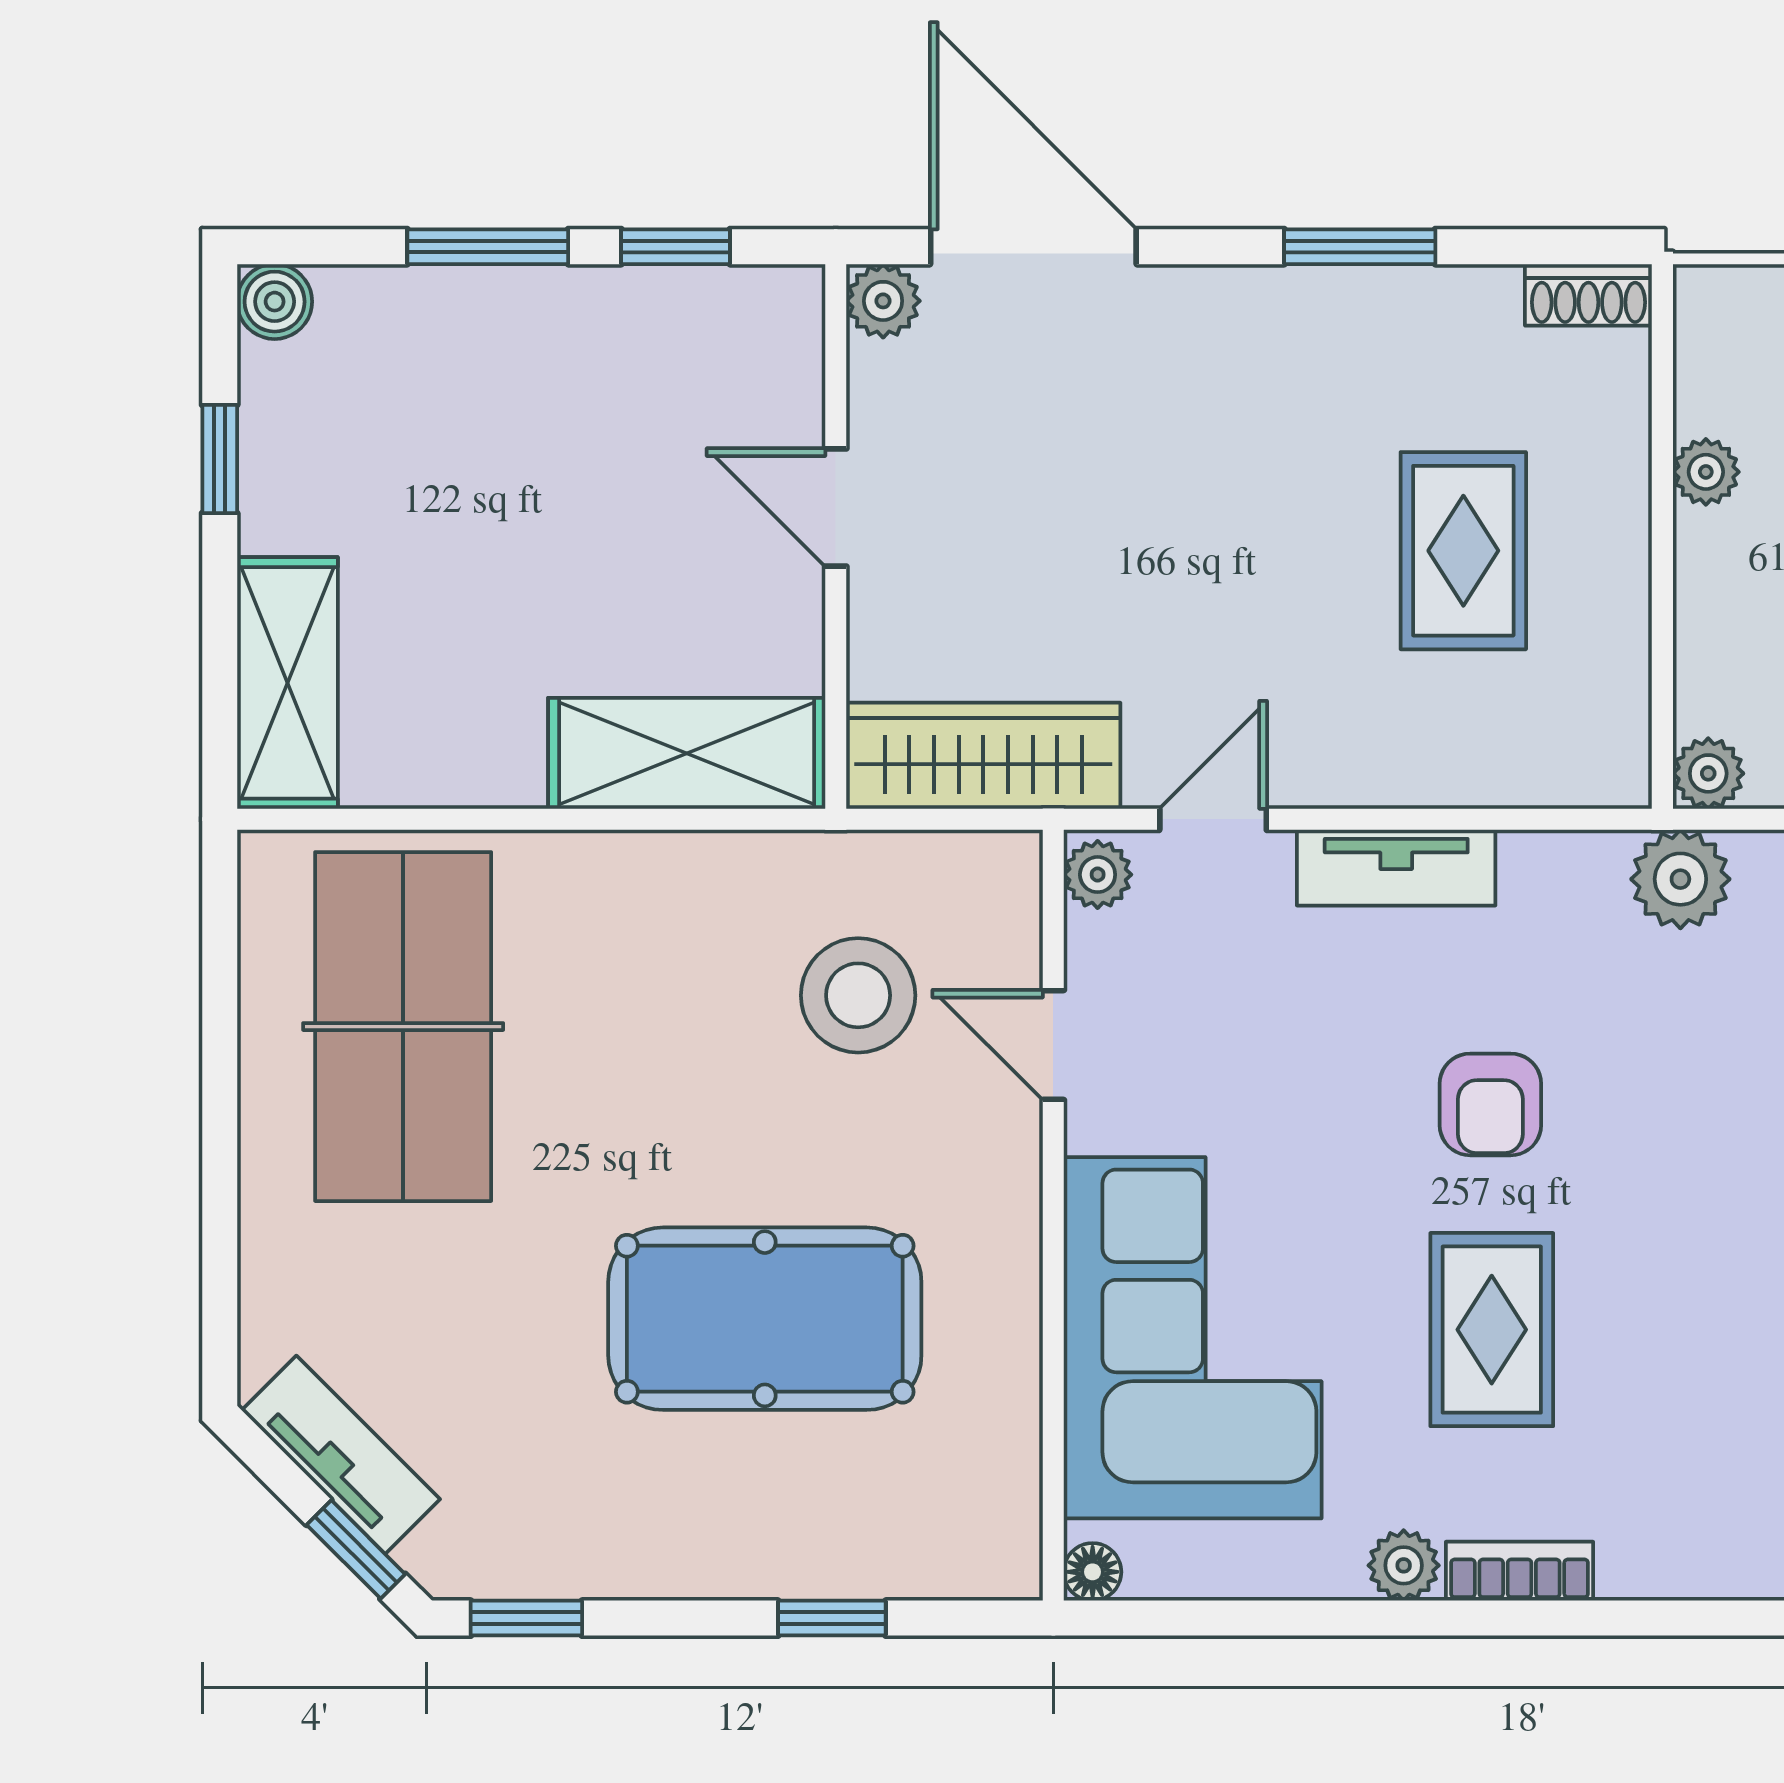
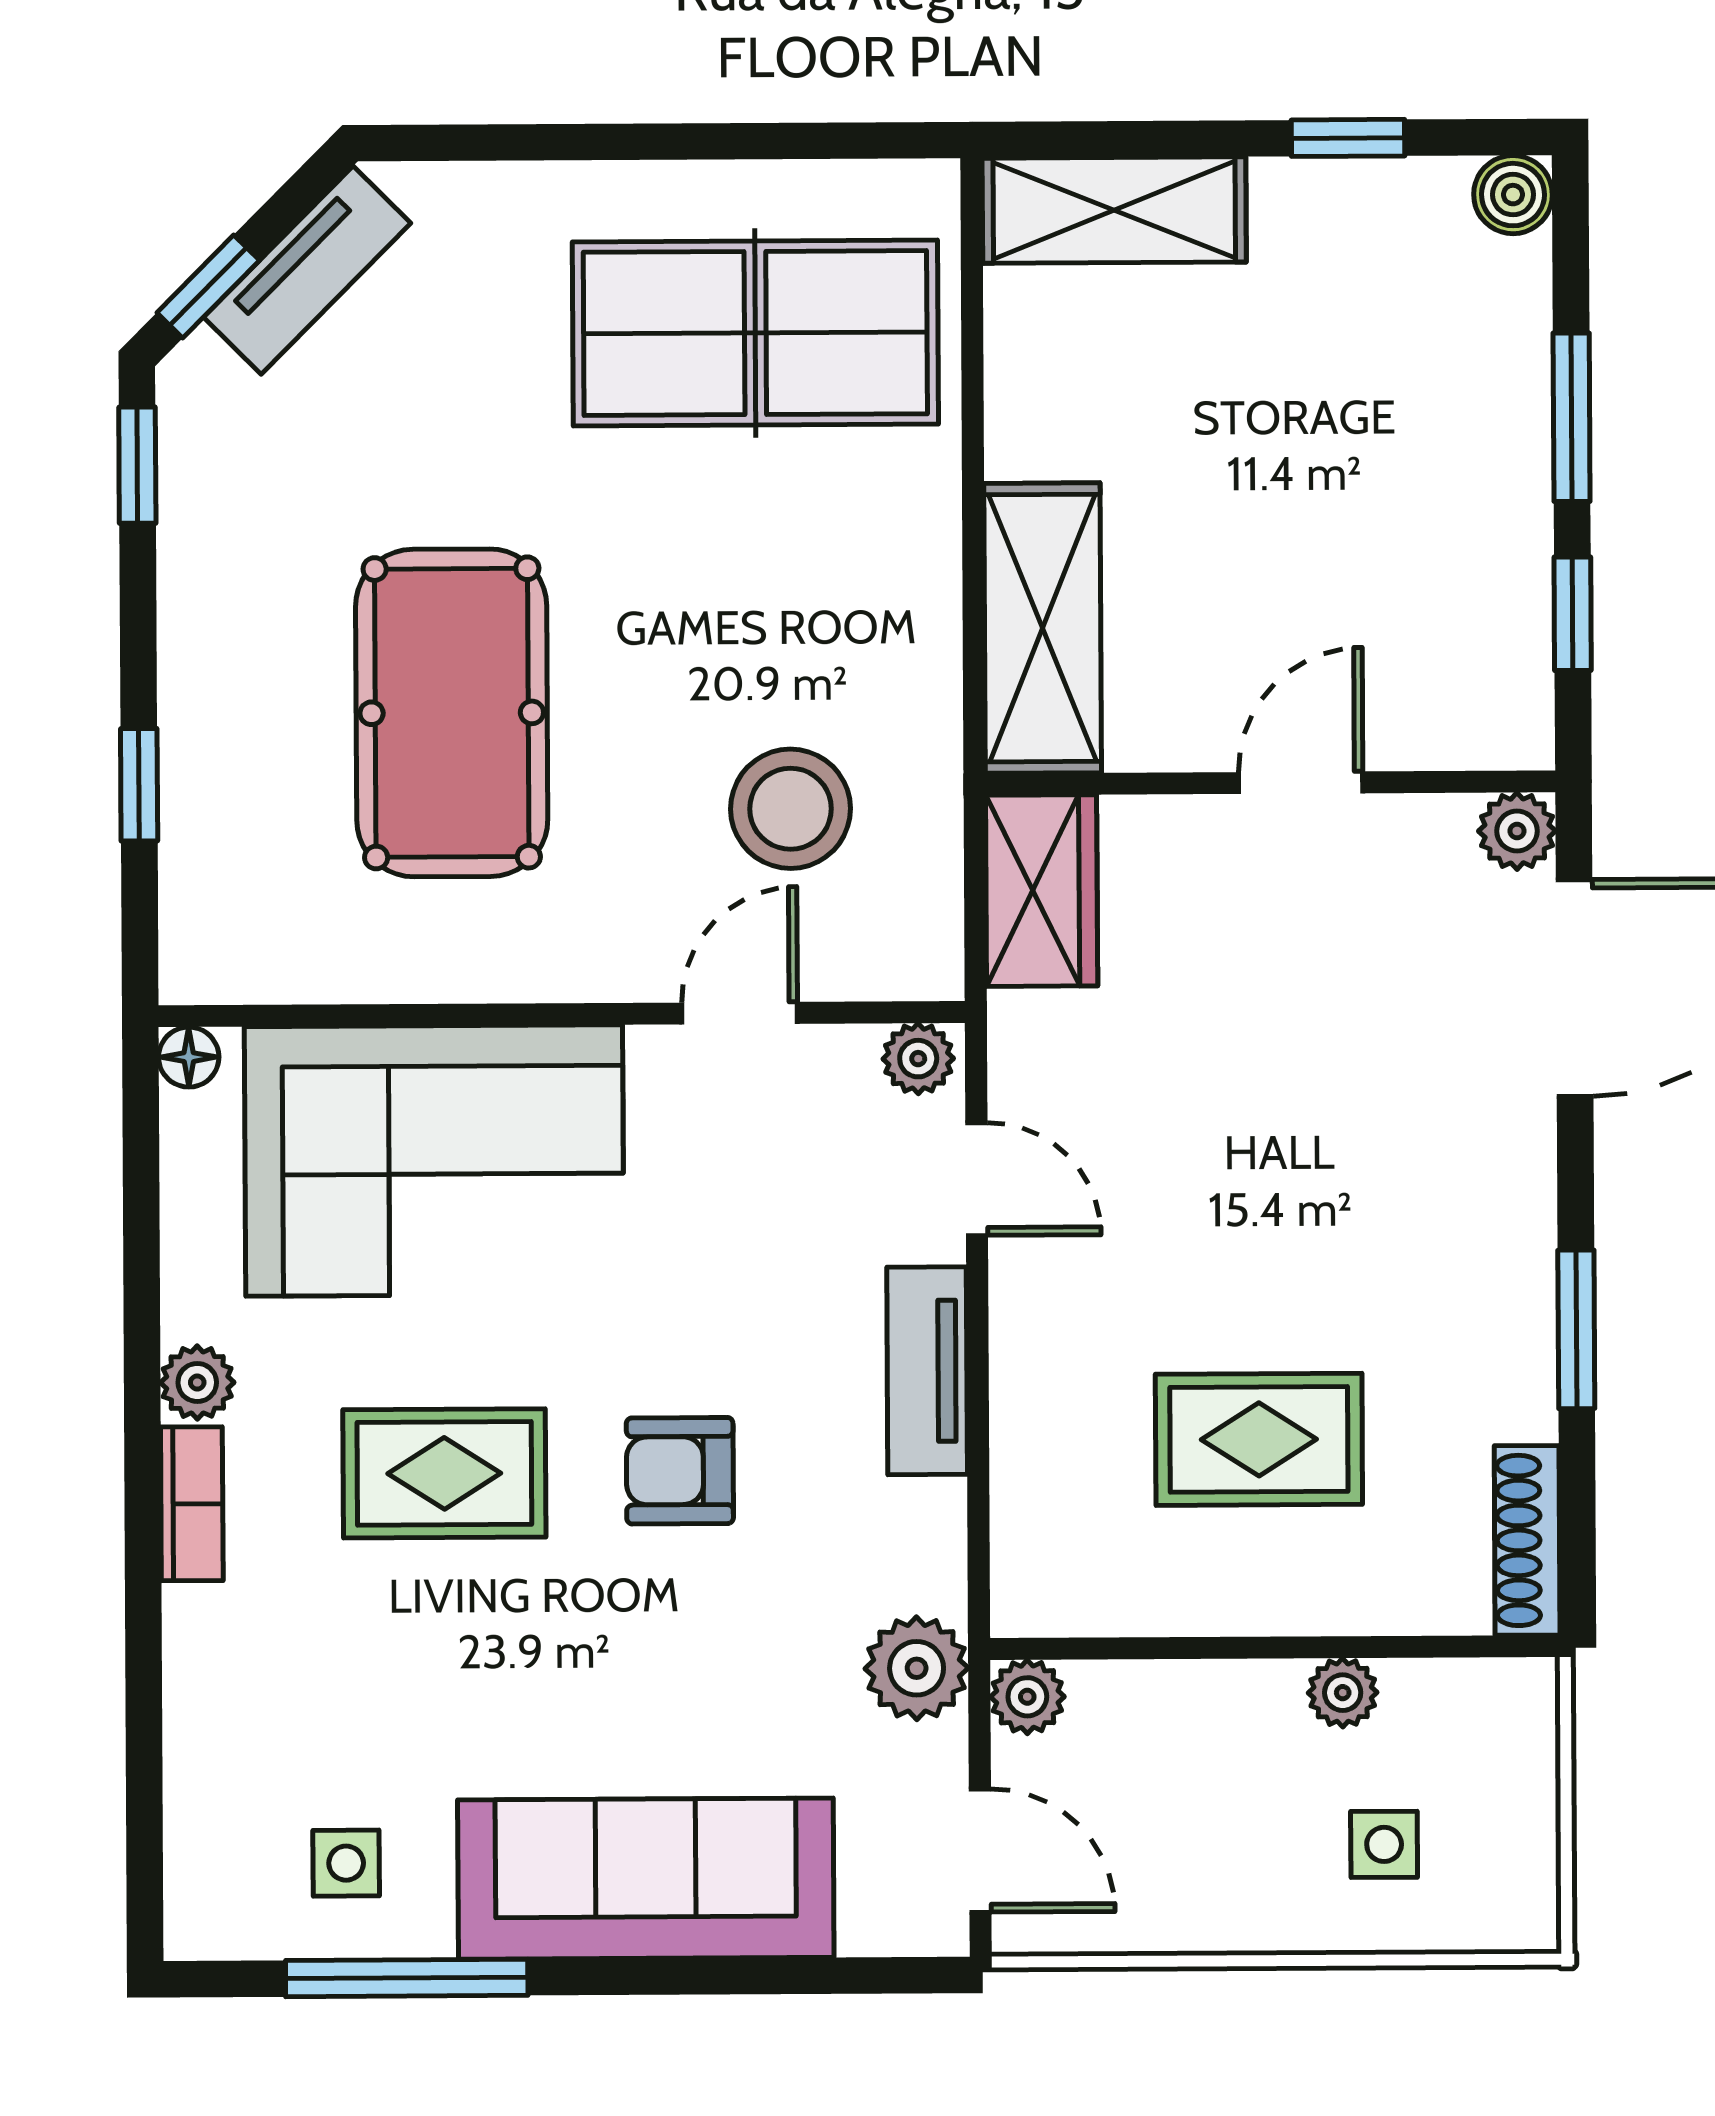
shoe rack: (1588, 295) -> (1527, 1540), width x1.43
wardrobe: (983, 756) -> (1042, 891), width x0.67

